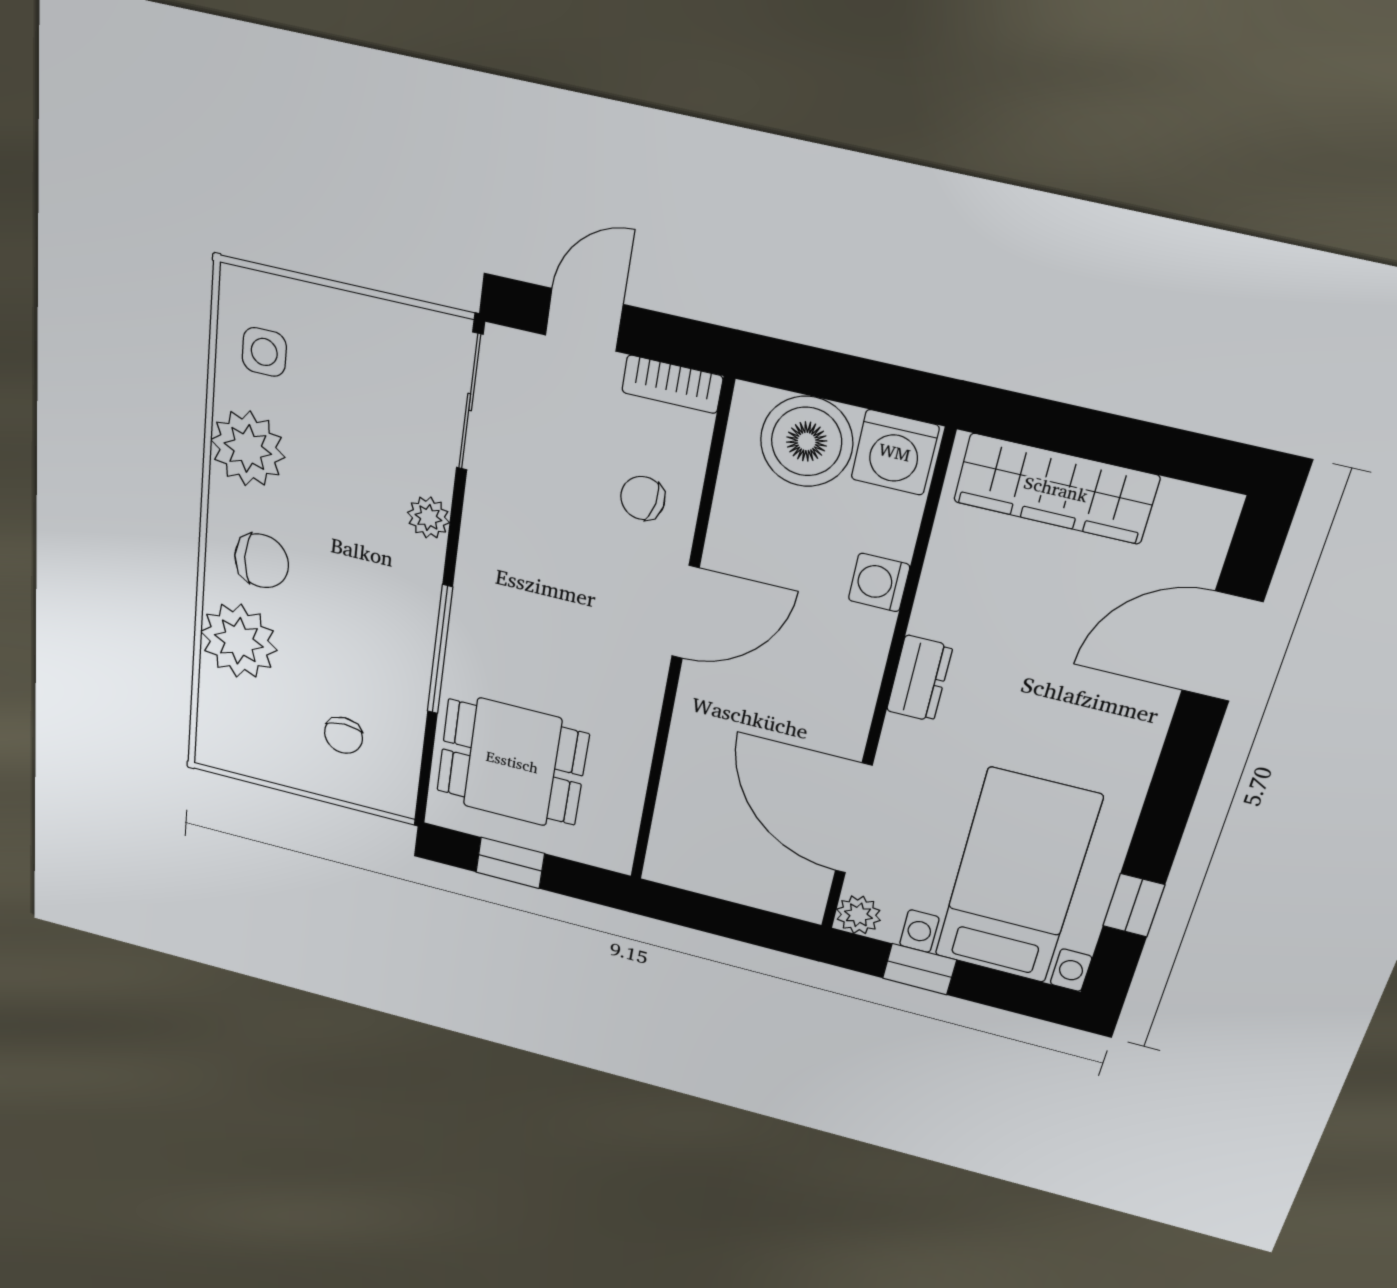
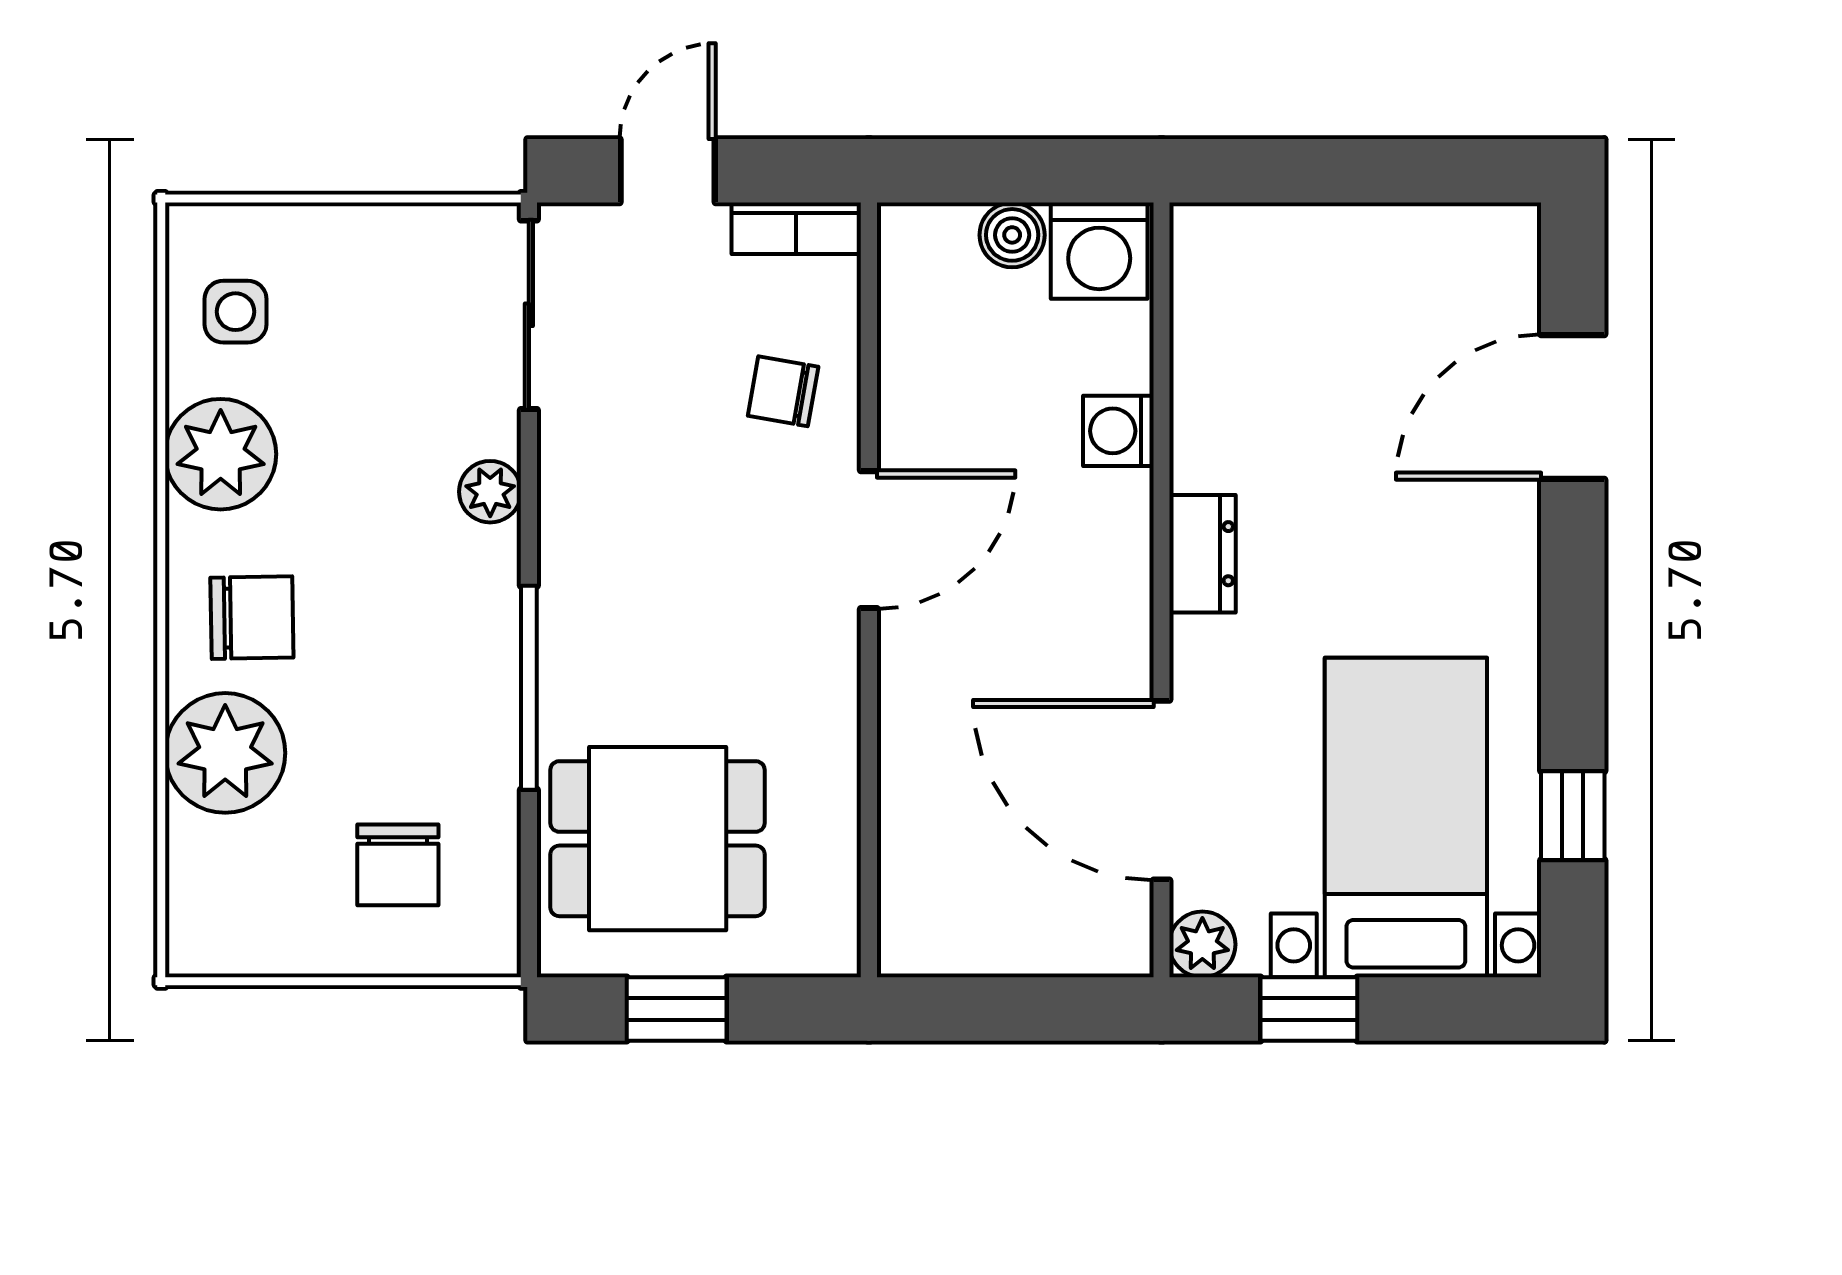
boiler: (807, 442) -> (1012, 235), width x0.54, depth x0.54
wardrobe: (1056, 489) -> (1310, 250), removed
chair: (344, 735) -> (398, 865), width x1.37, depth x1.37

